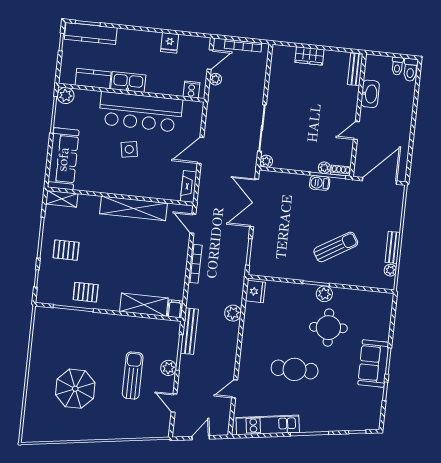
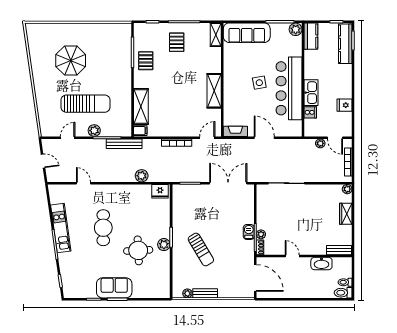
kitchen counter: (93, 79) -> (311, 36), moved
kitchen sink: (128, 82) -> (311, 93), moved
cooker: (191, 90) -> (310, 112), moved
plant: (266, 161) -> (347, 189), moved
shelving: (134, 208) -> (214, 91), width x0.68
sun lounger: (133, 375) -> (85, 104), width x1.36, depth x1.34
kitchen unit: (268, 425) -> (61, 228), moved

